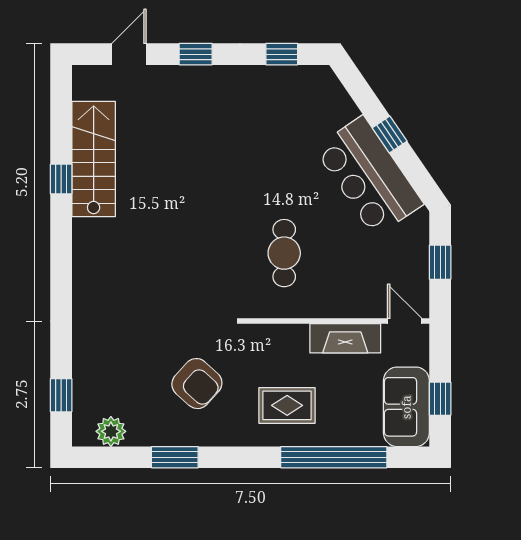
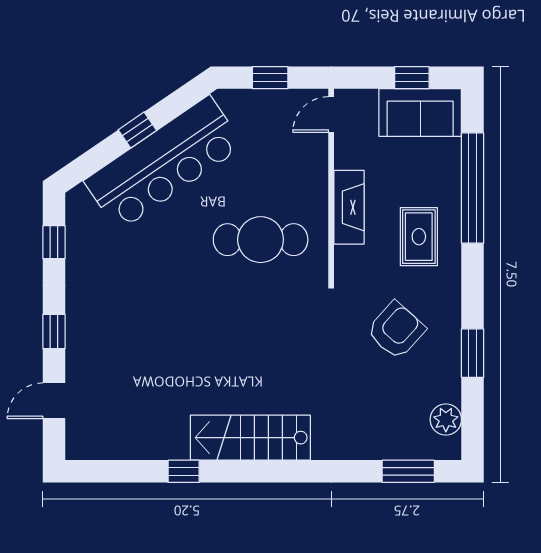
door: (129, 54) -> (54, 401), hinge flipped
stairs: (94, 159) -> (250, 438), moved
bar counter: (369, 176) -> (164, 163), width x1.36
cafe table: (284, 253) -> (261, 240), width x1.37, depth x1.35
fireplace: (345, 338) -> (349, 207), moved
window: (61, 395) -> (408, 471), width x1.50

